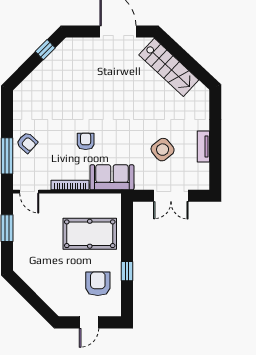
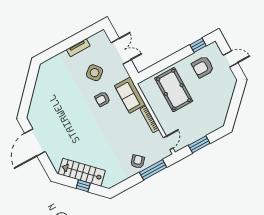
window: (45, 50) -> (83, 186), moved
stairs: (169, 67) -> (82, 172), moved, turned -88
armchair: (86, 141) -> (102, 99), moved
window: (127, 271) -> (198, 45), moved

